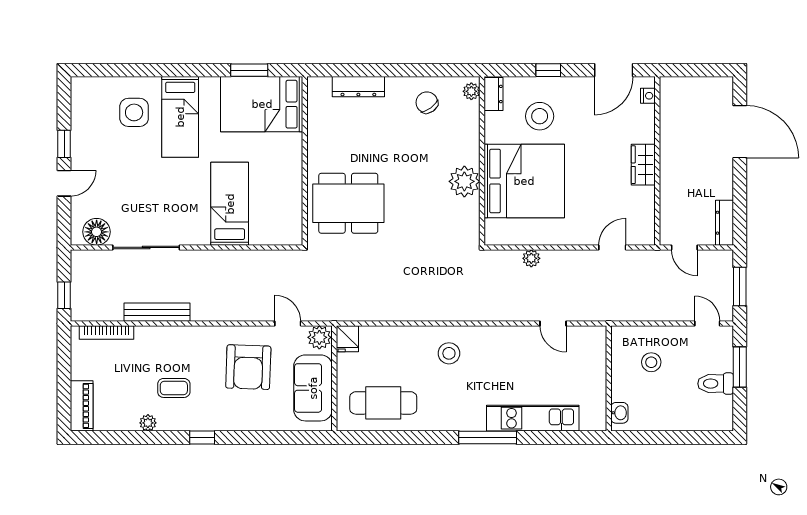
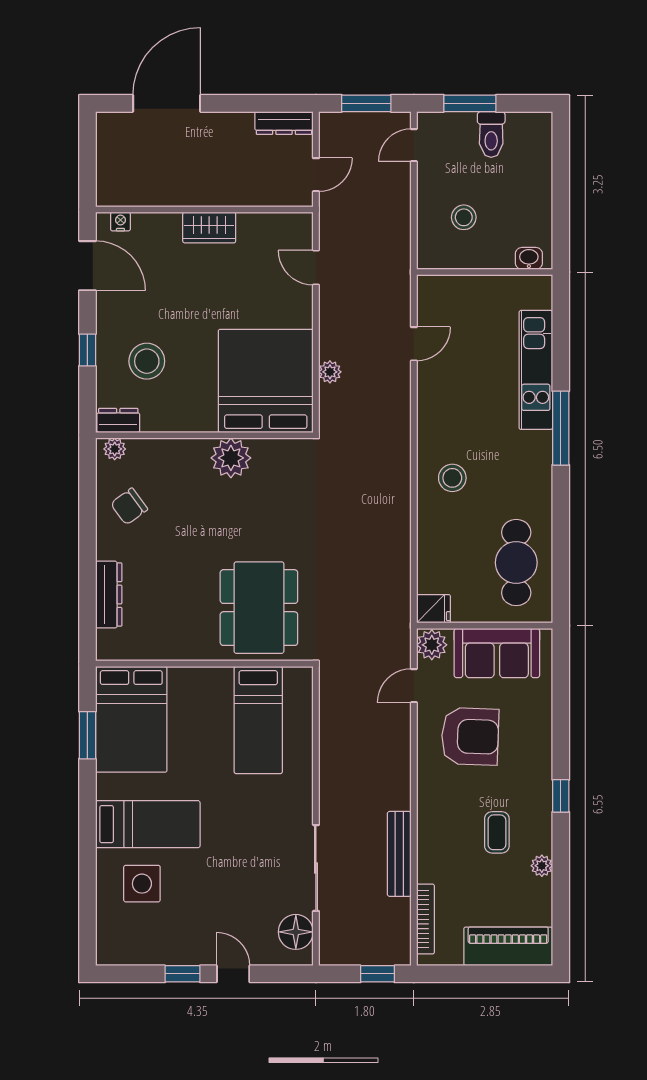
bed: (524, 181) -> (266, 381), moved
bed: (230, 204) -> (258, 720), moved, turned -90
piano: (82, 406) -> (508, 946), width x1.37, depth x1.33

